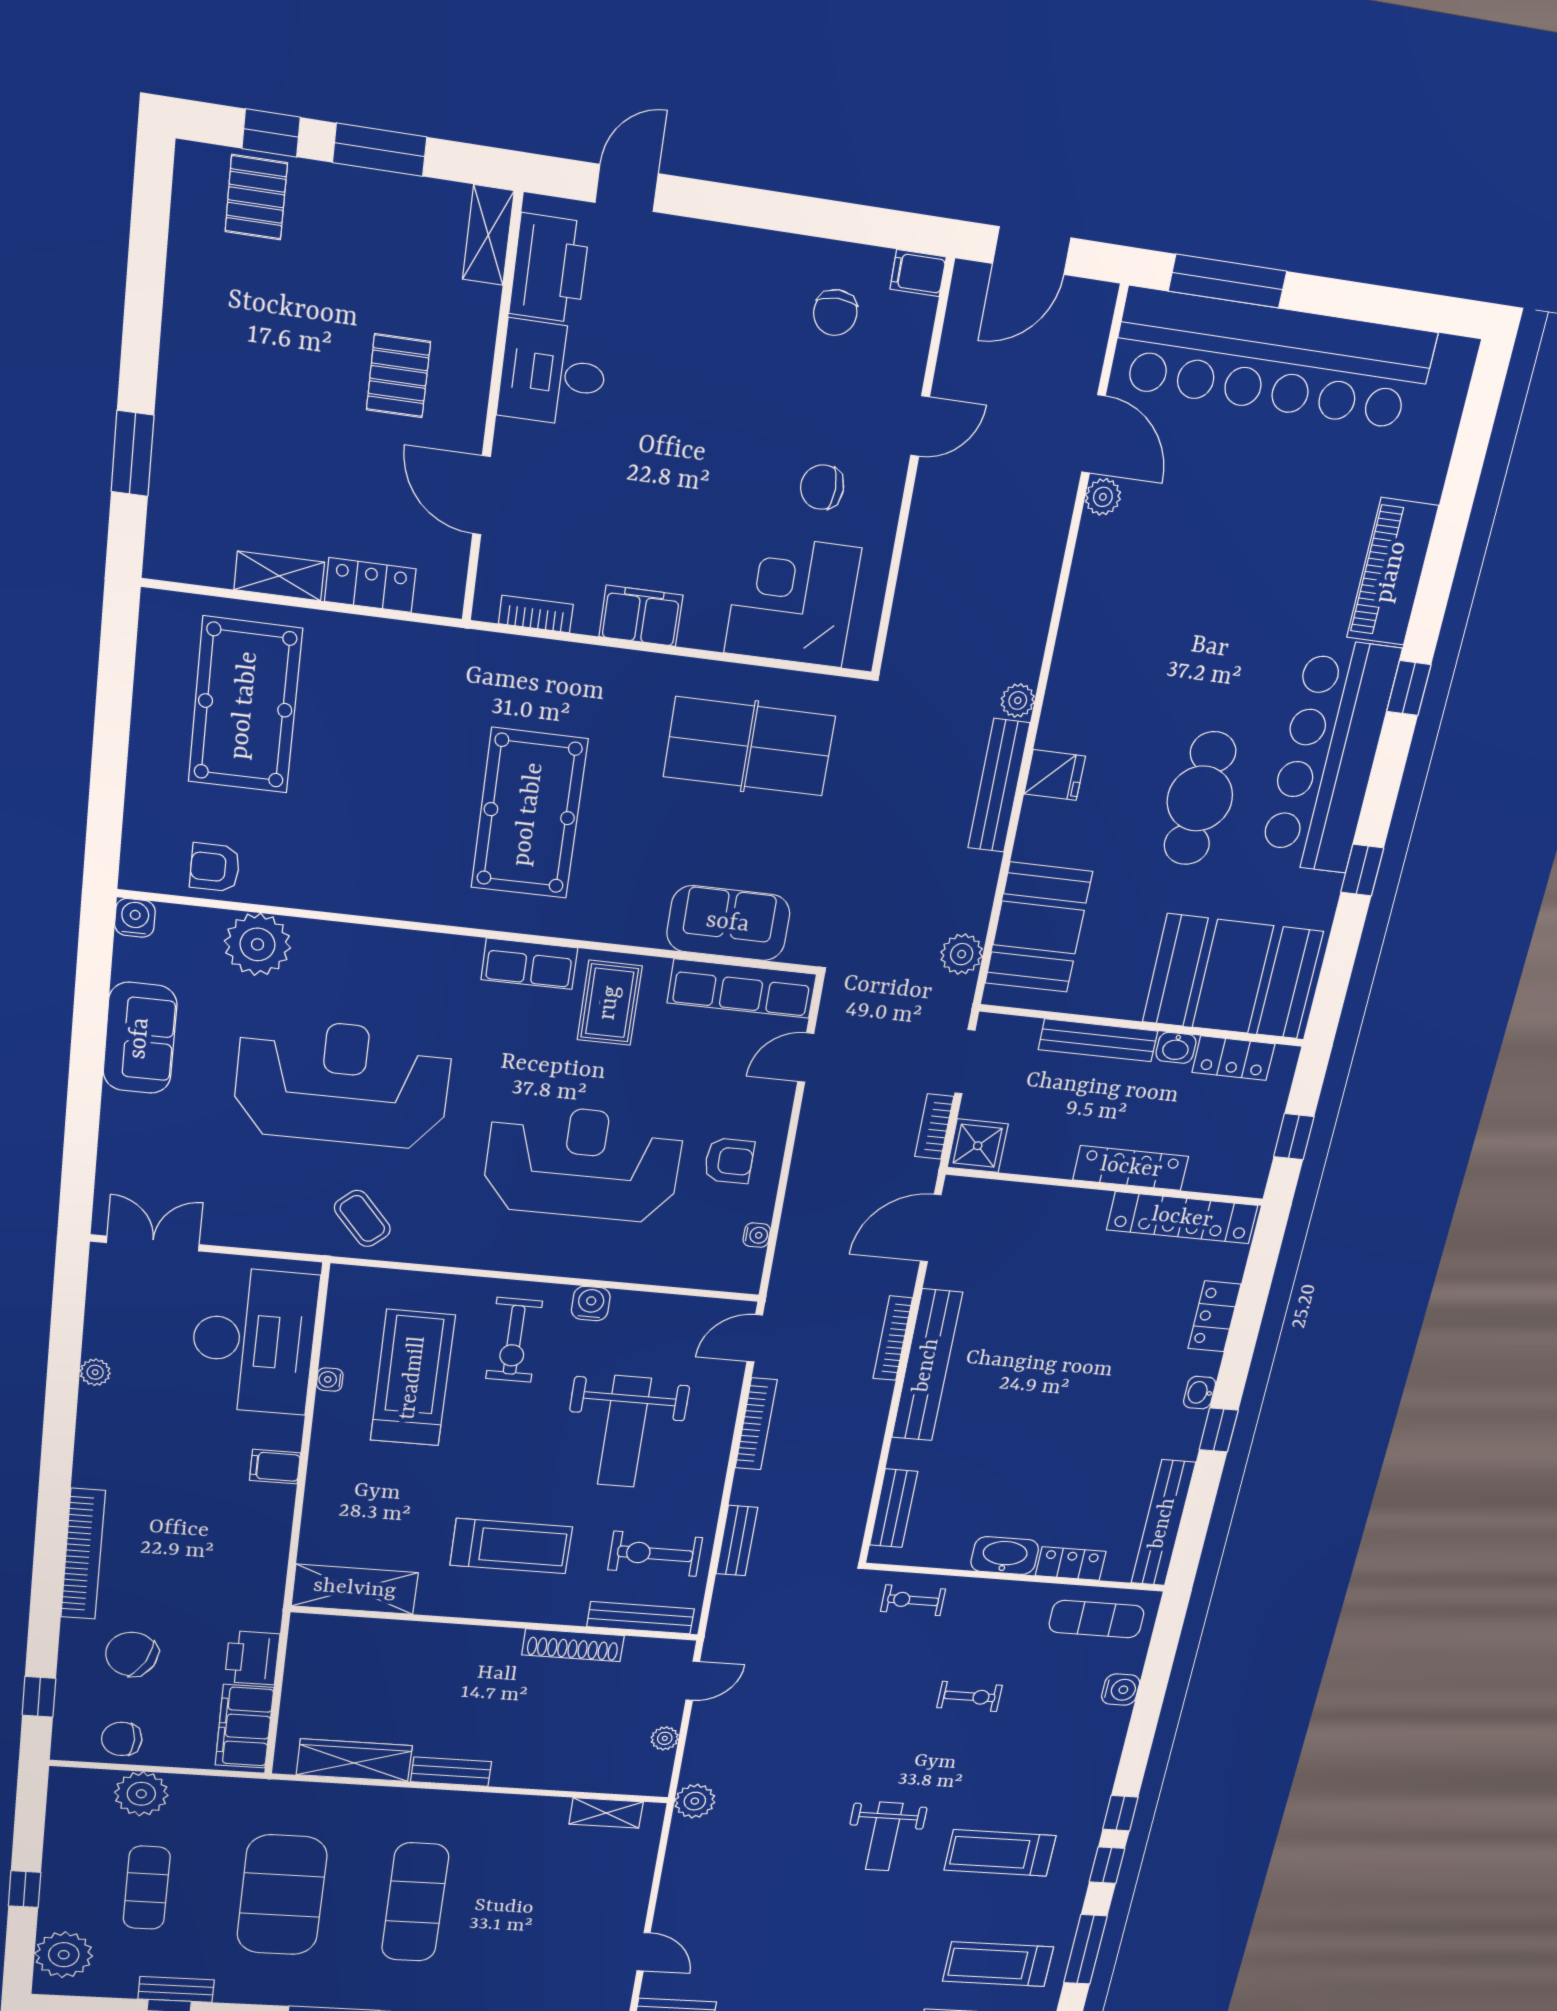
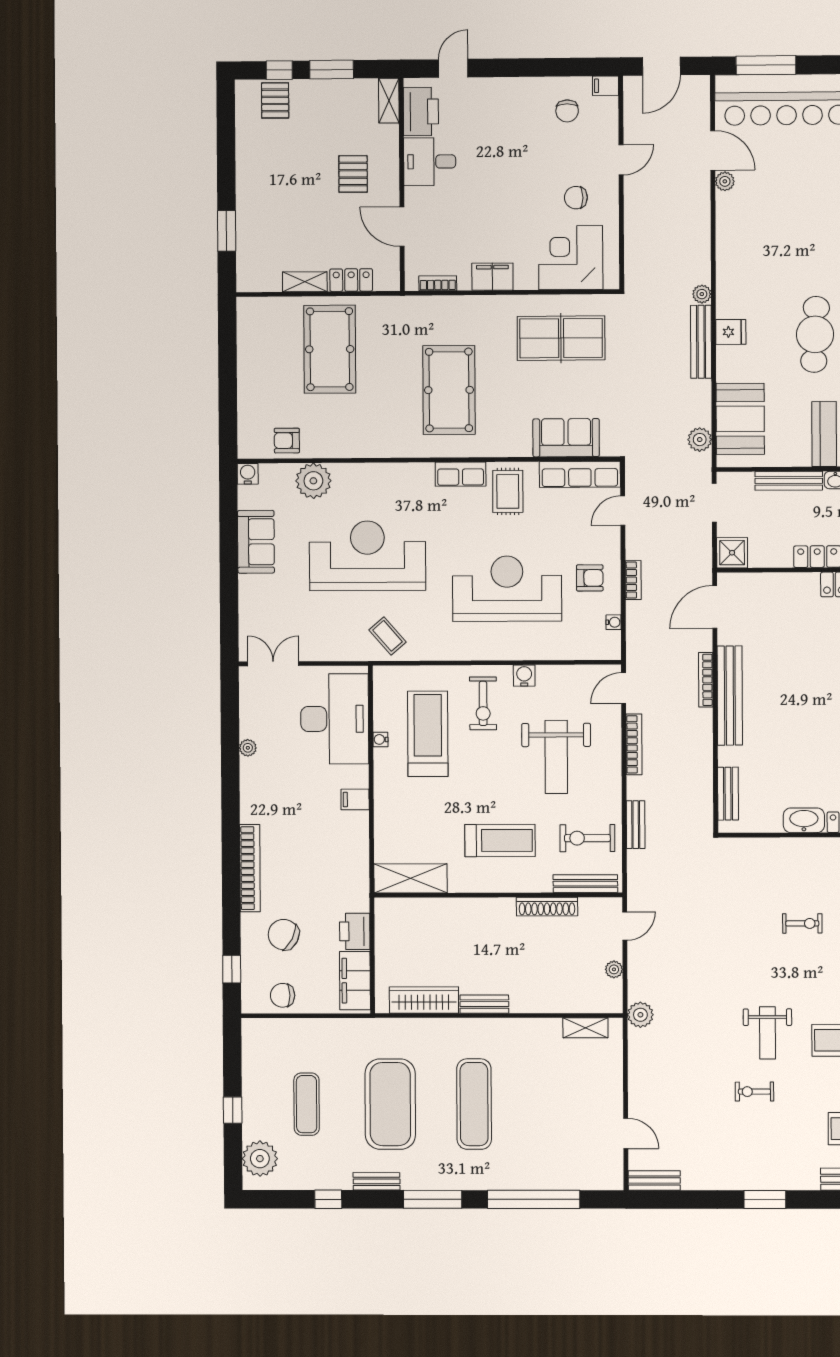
pool table: (245, 705) -> (330, 349), moved
bookcase: (934, 1127) -> (633, 580), moved, turned 180
exercise bike: (913, 1600) -> (754, 1092), moved
plant: (141, 1794) -> (297, 1034), removed
bench: (176, 1989) -> (377, 1181), moved

